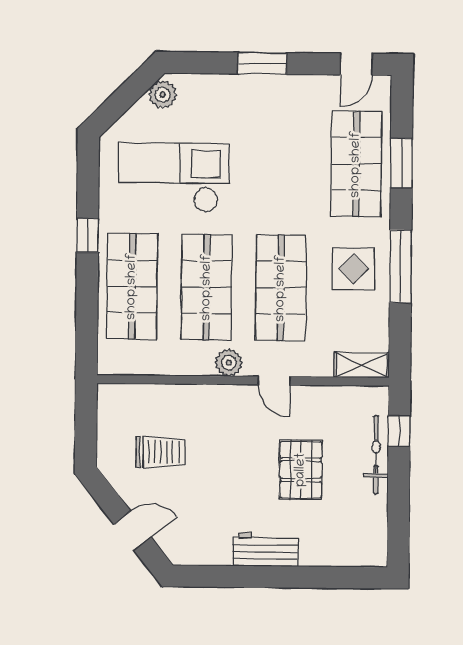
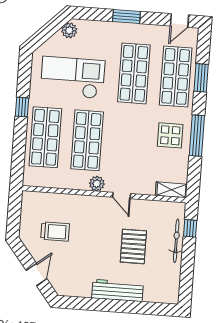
shop shelf: (281, 288) -> (134, 73), moved
door: (132, 530) -> (36, 274), hinge flipped
workbench: (266, 549) -> (118, 290), width x1.38

